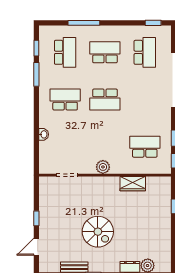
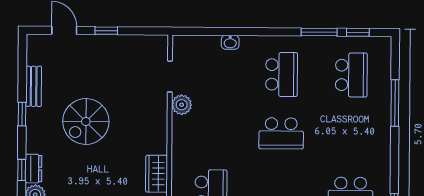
school desk: (65, 52) -> (351, 75), turned -90
school desk: (105, 52) -> (351, 134), removed
school desk: (105, 100) -> (281, 133), turned -90
plant: (103, 167) -> (182, 105), moved

